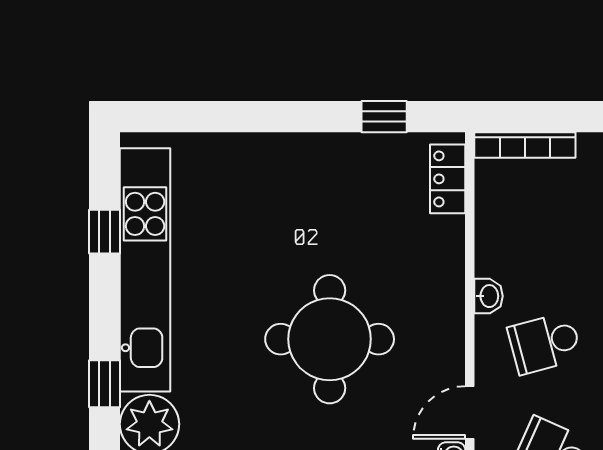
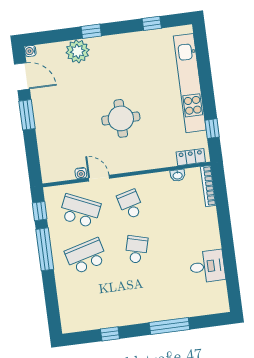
kitchen unit: (145, 270) -> (190, 83), moved, turned 90
washbasin: (488, 296) -> (178, 175), moved
round table: (330, 339) -> (121, 118), width x0.73, depth x0.73

